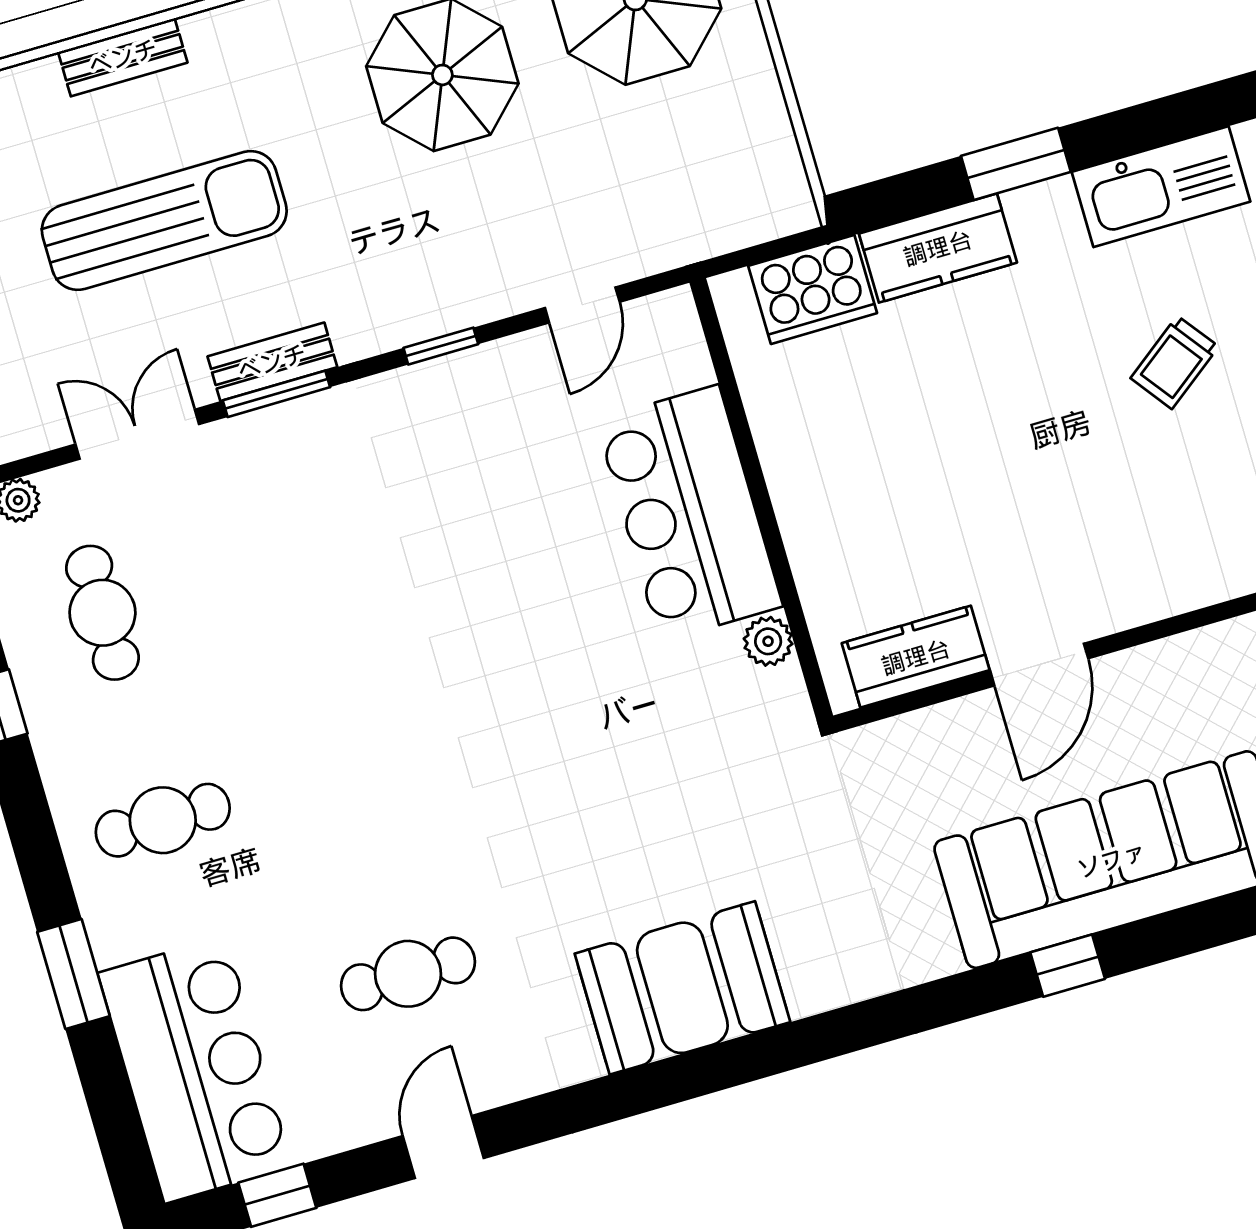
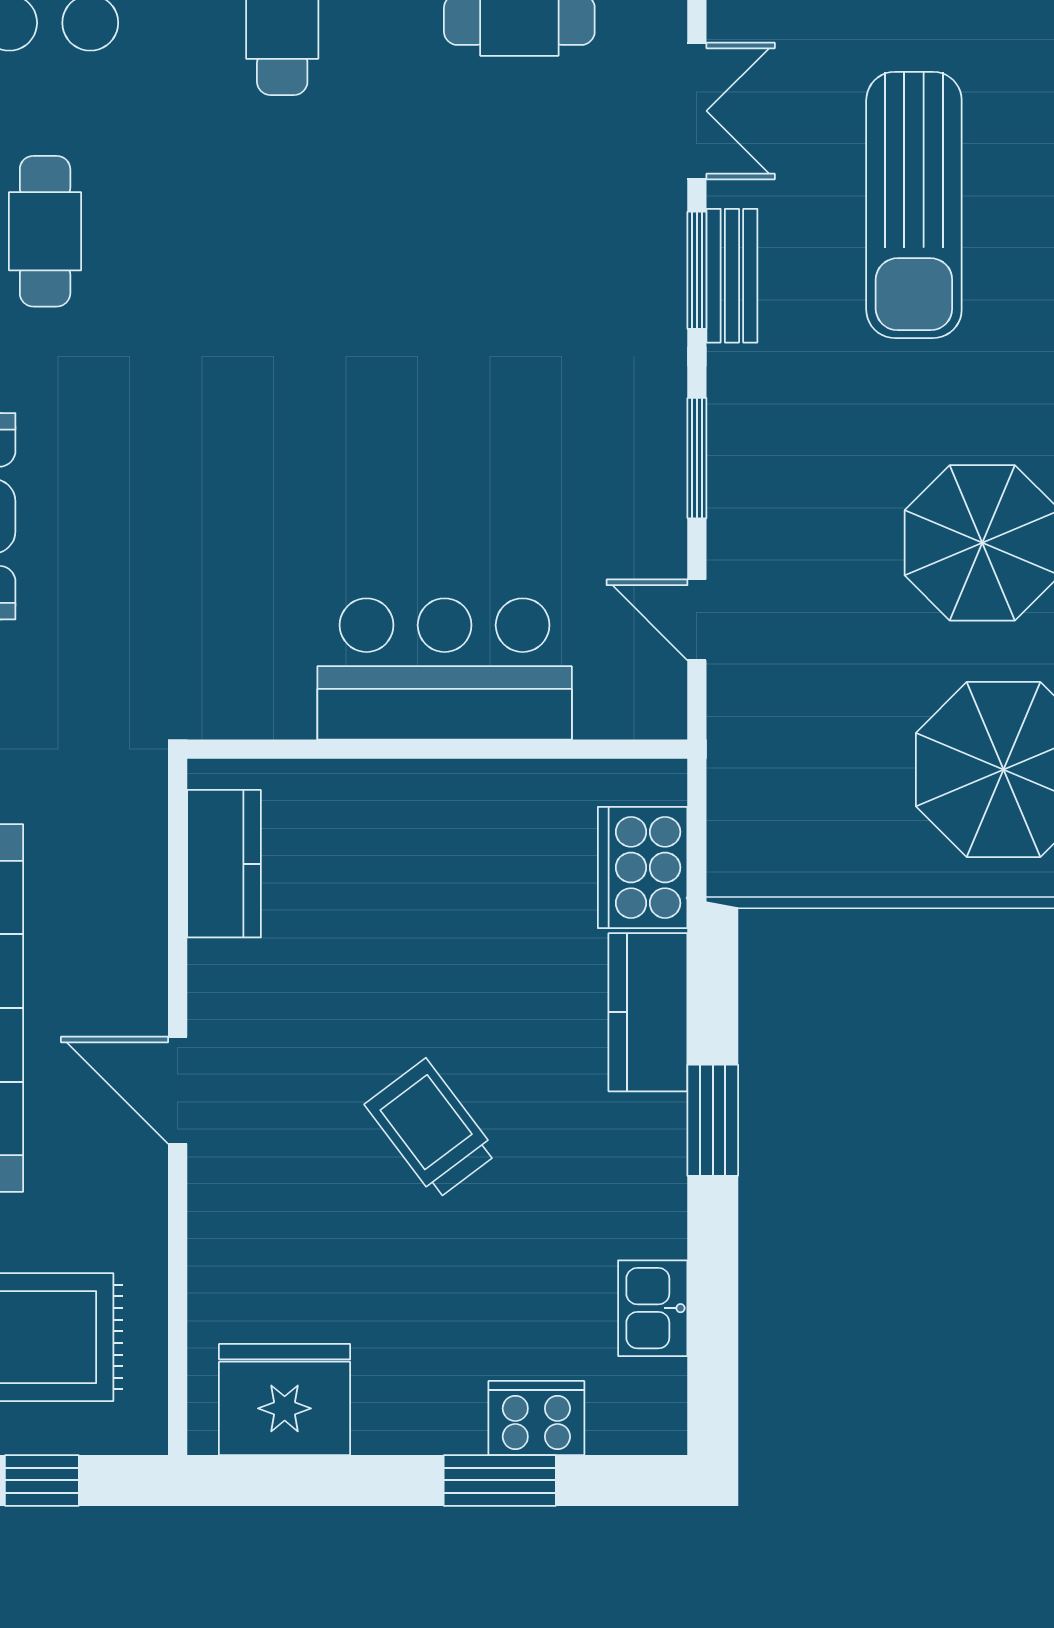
kitchen sink: (1161, 187) -> (653, 1308), width x0.53, depth x0.81
window: (441, 346) -> (697, 458), width x1.50
trolley: (1175, 362) -> (431, 1129), moved, width x1.36, depth x1.39
plant: (768, 641) -> (285, 713), removed
door: (1039, 665) -> (178, 1090), moved

